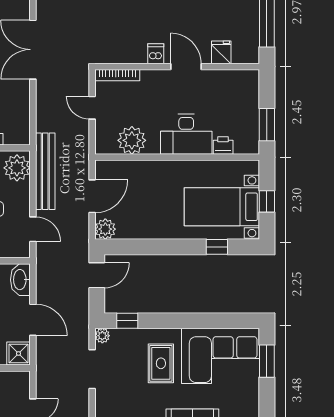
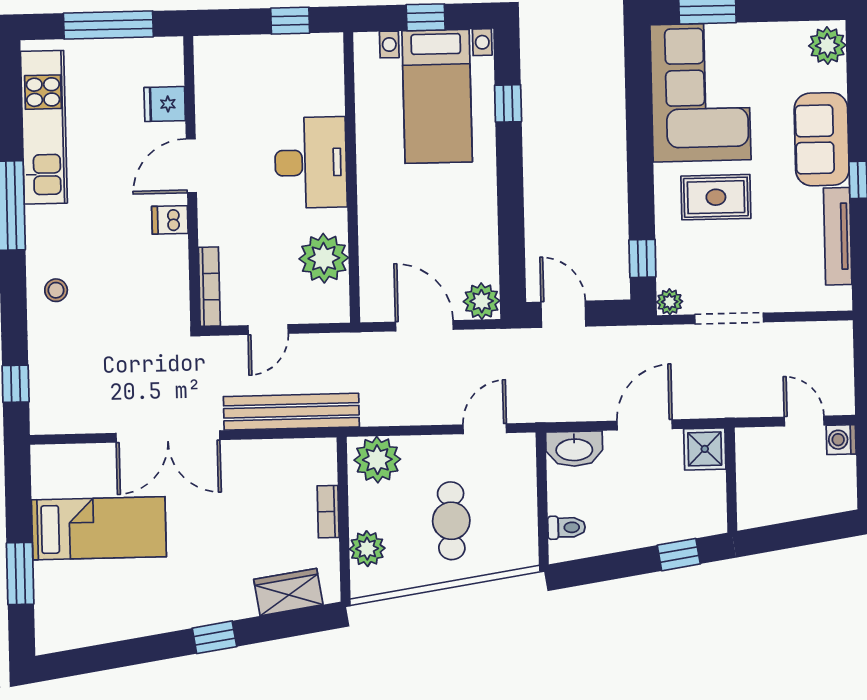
window: (267, 125) -> (290, 21), width x0.67
printer: (223, 146) -> (329, 97), removed
bench: (45, 171) -> (291, 412), moved

